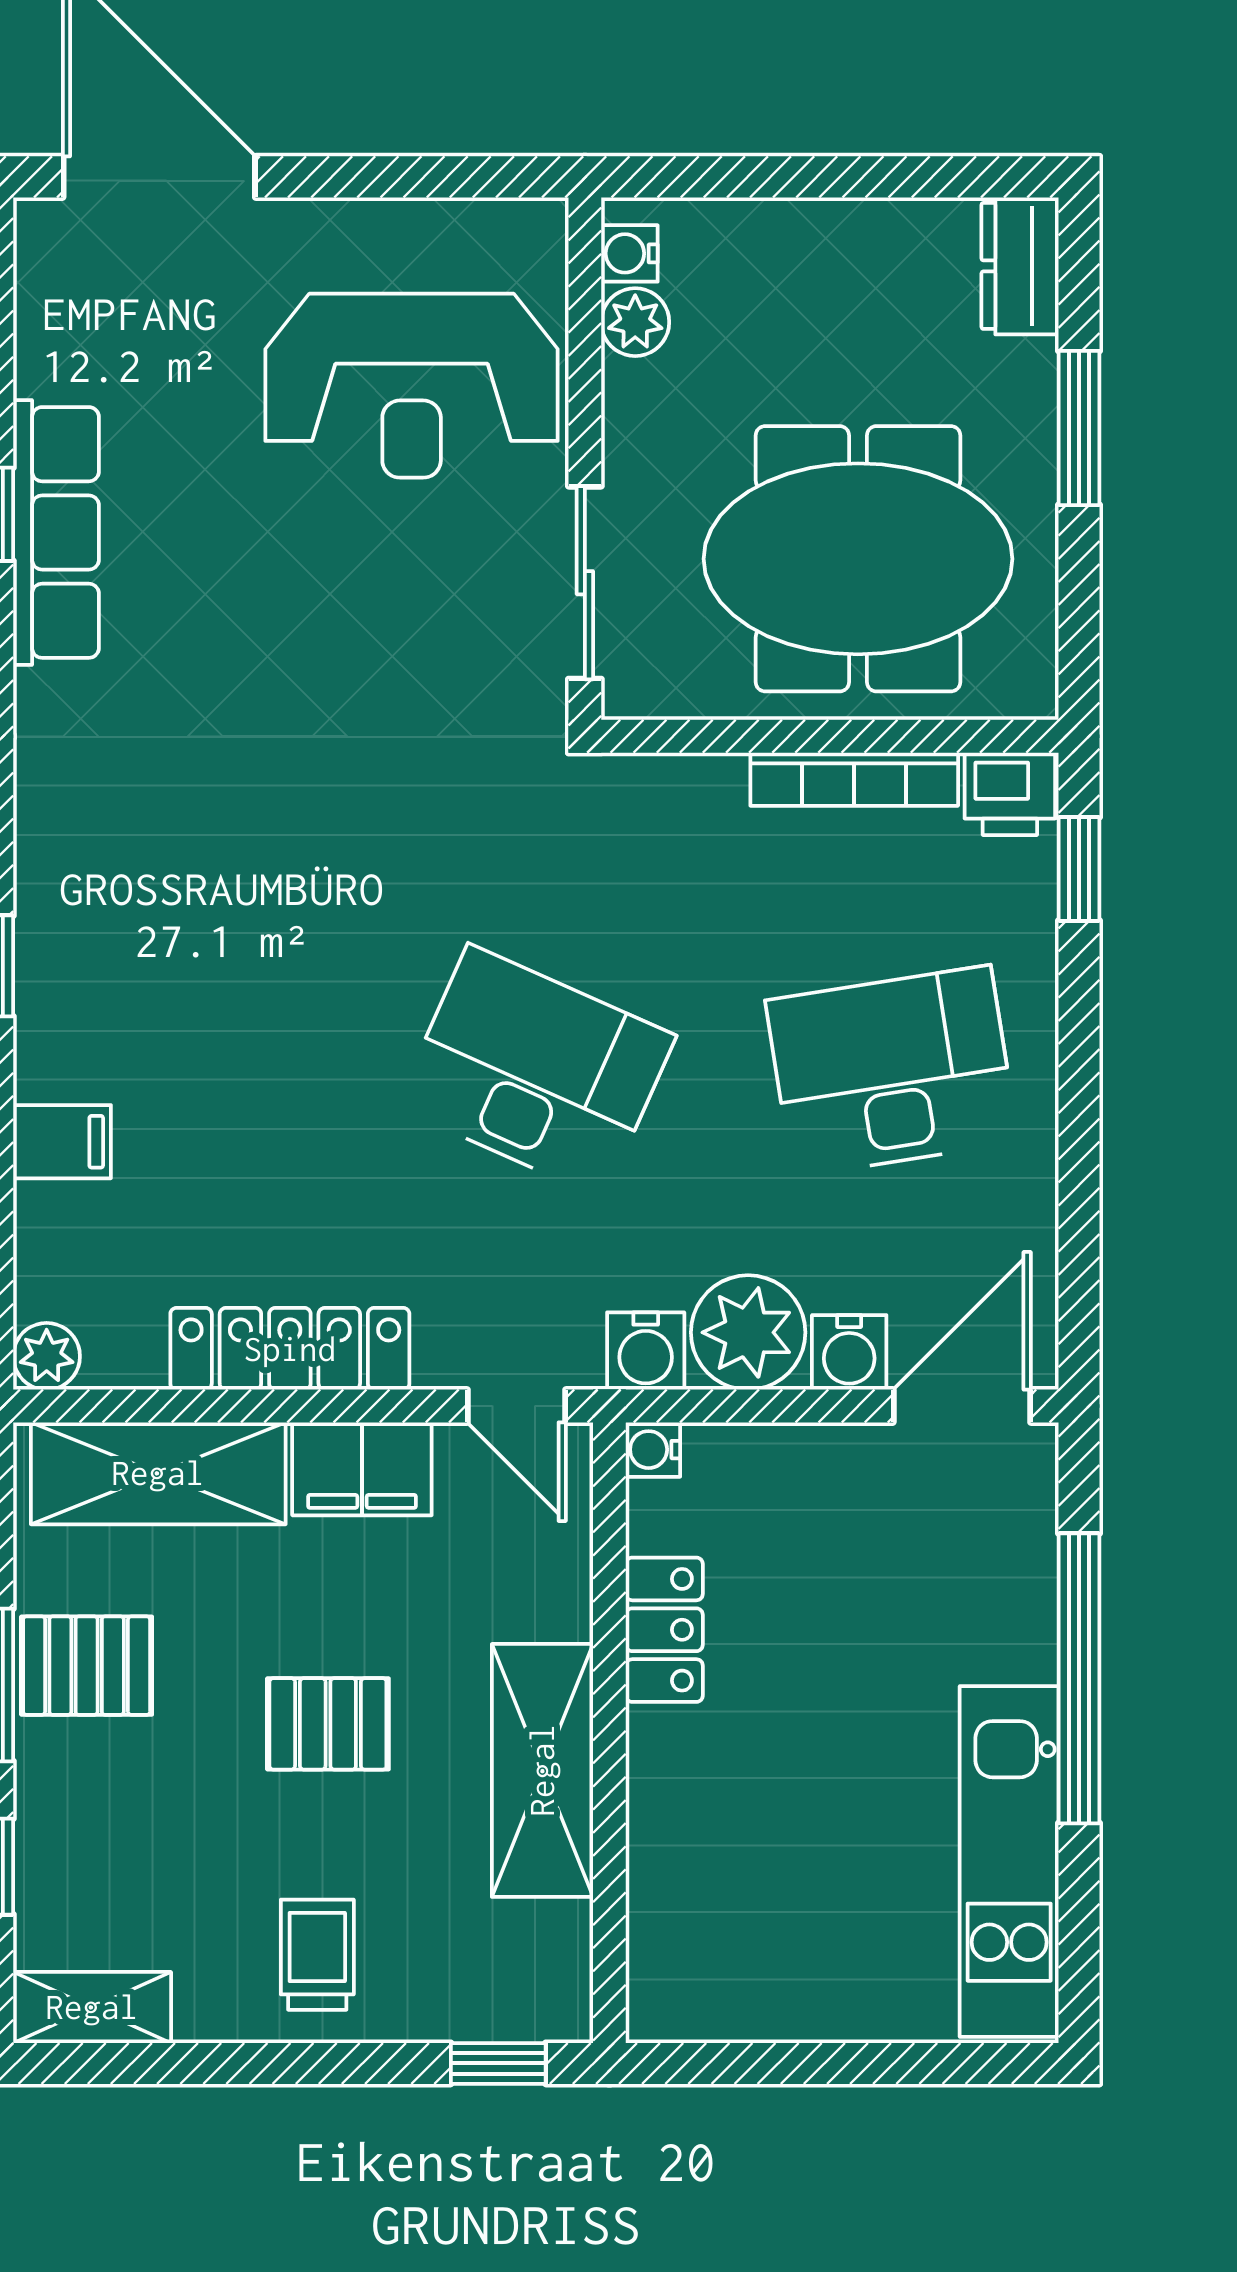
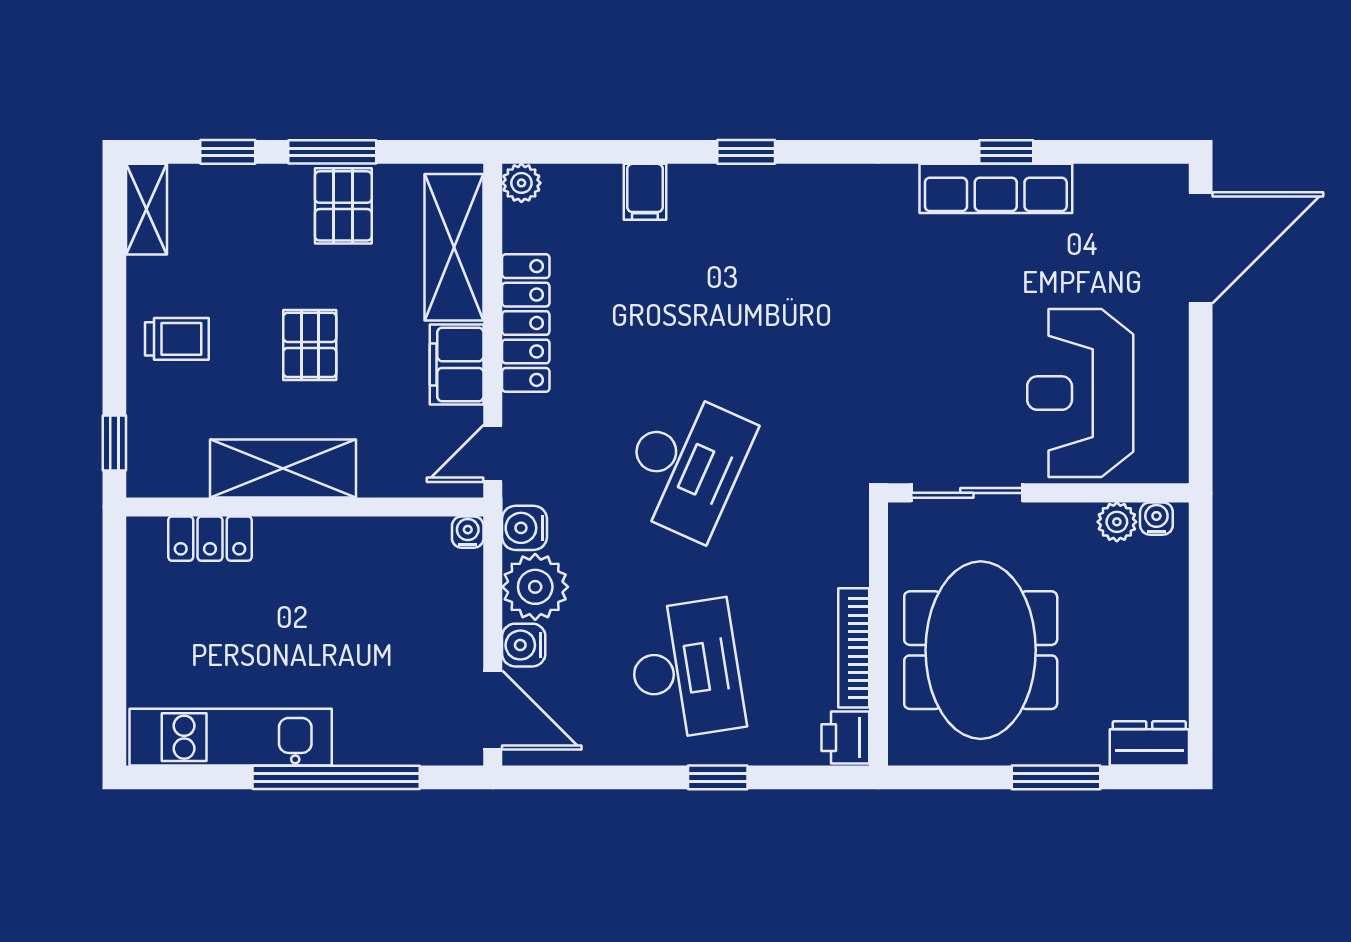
window: (1079, 869) -> (718, 777), moved
locker: (664, 1630) -> (210, 539), moved

